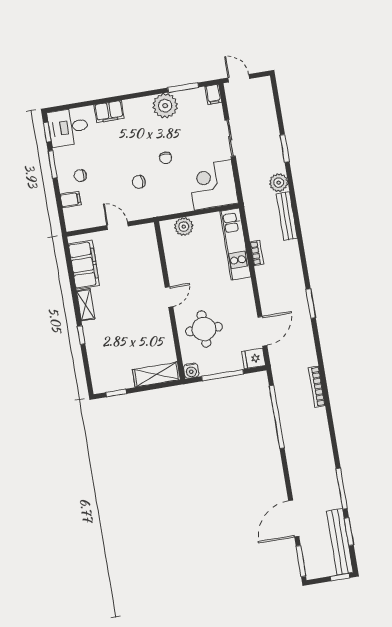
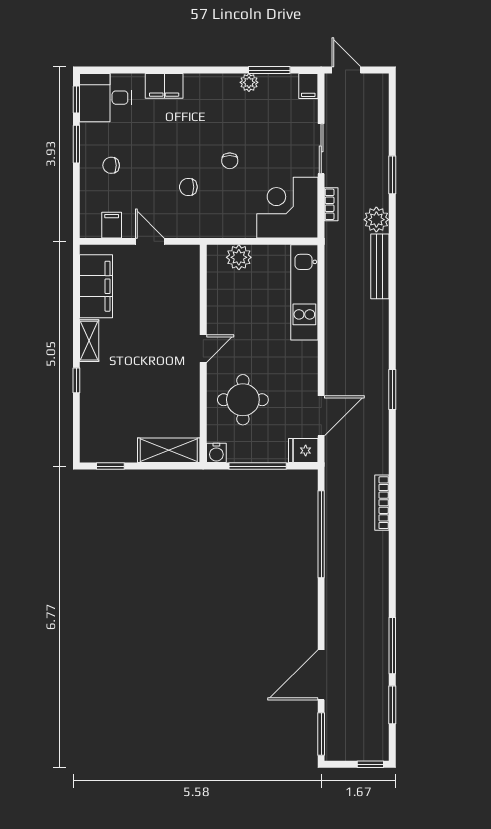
plant: (165, 106) -> (249, 82), width x0.53, depth x0.53
filing cabinet: (71, 200) -> (112, 225), moved, turned -90
bookcase: (257, 253) -> (331, 204), moved
bench: (340, 542) -> (378, 717), removed

